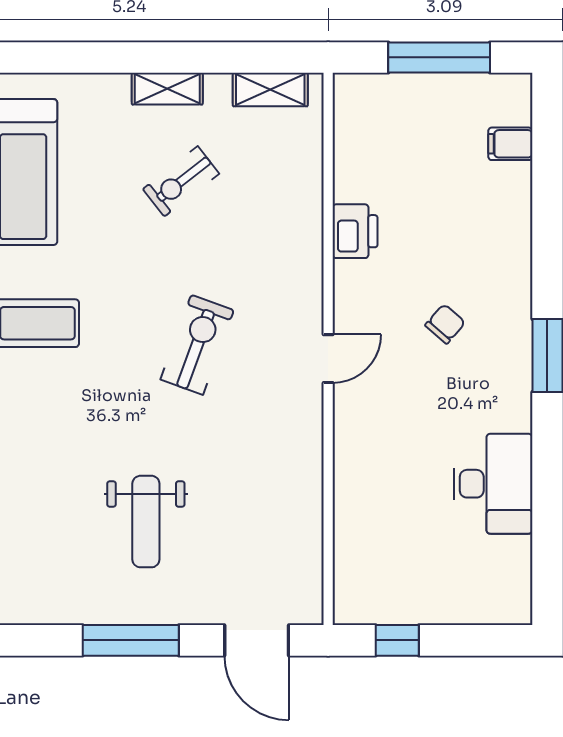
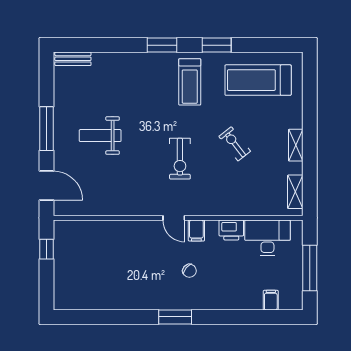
exercise bike: (181, 181) -> (235, 144), moved
filing cabinet: (356, 308) -> (196, 231), added
exercise bike: (197, 345) -> (180, 159), turned 70
desk: (493, 484) -> (267, 238), moved, turned 180
door: (257, 640) -> (46, 186), swing flipped

